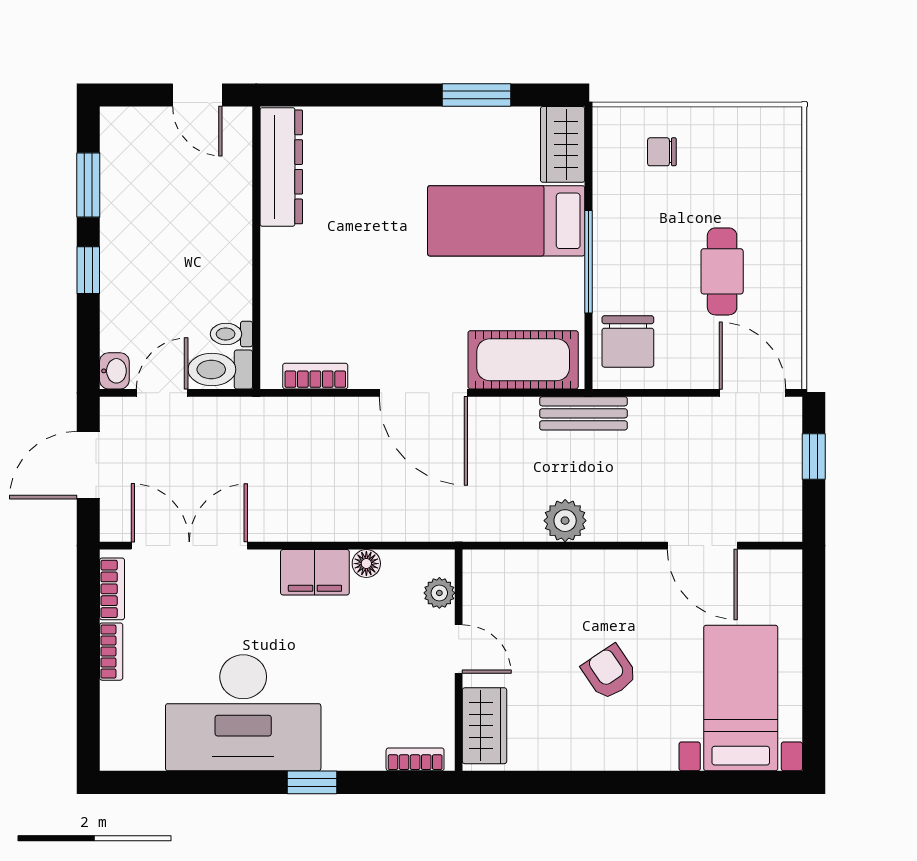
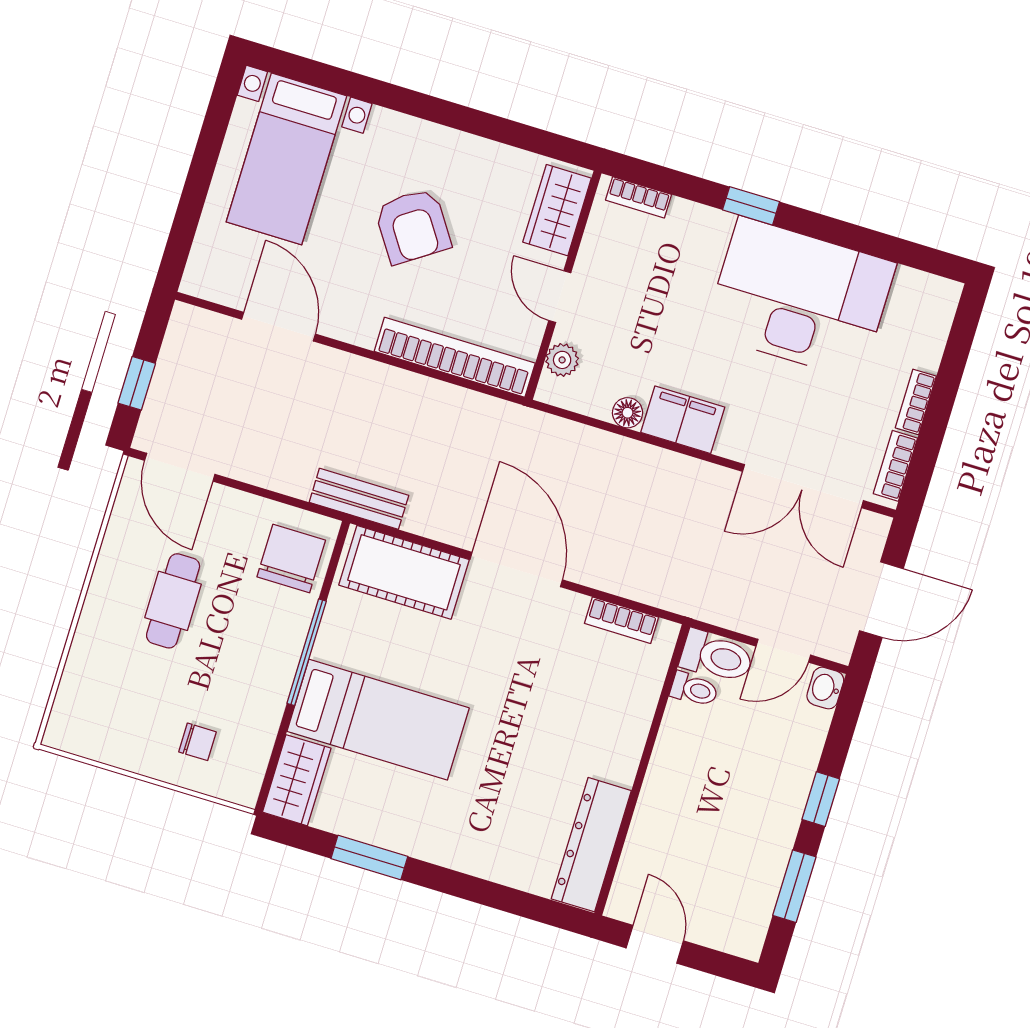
plant: (565, 521) -> (411, 395), removed
bookcase: (536, 566) -> (455, 357), added
armchair: (609, 672) -> (413, 226), width x1.38, depth x1.38

